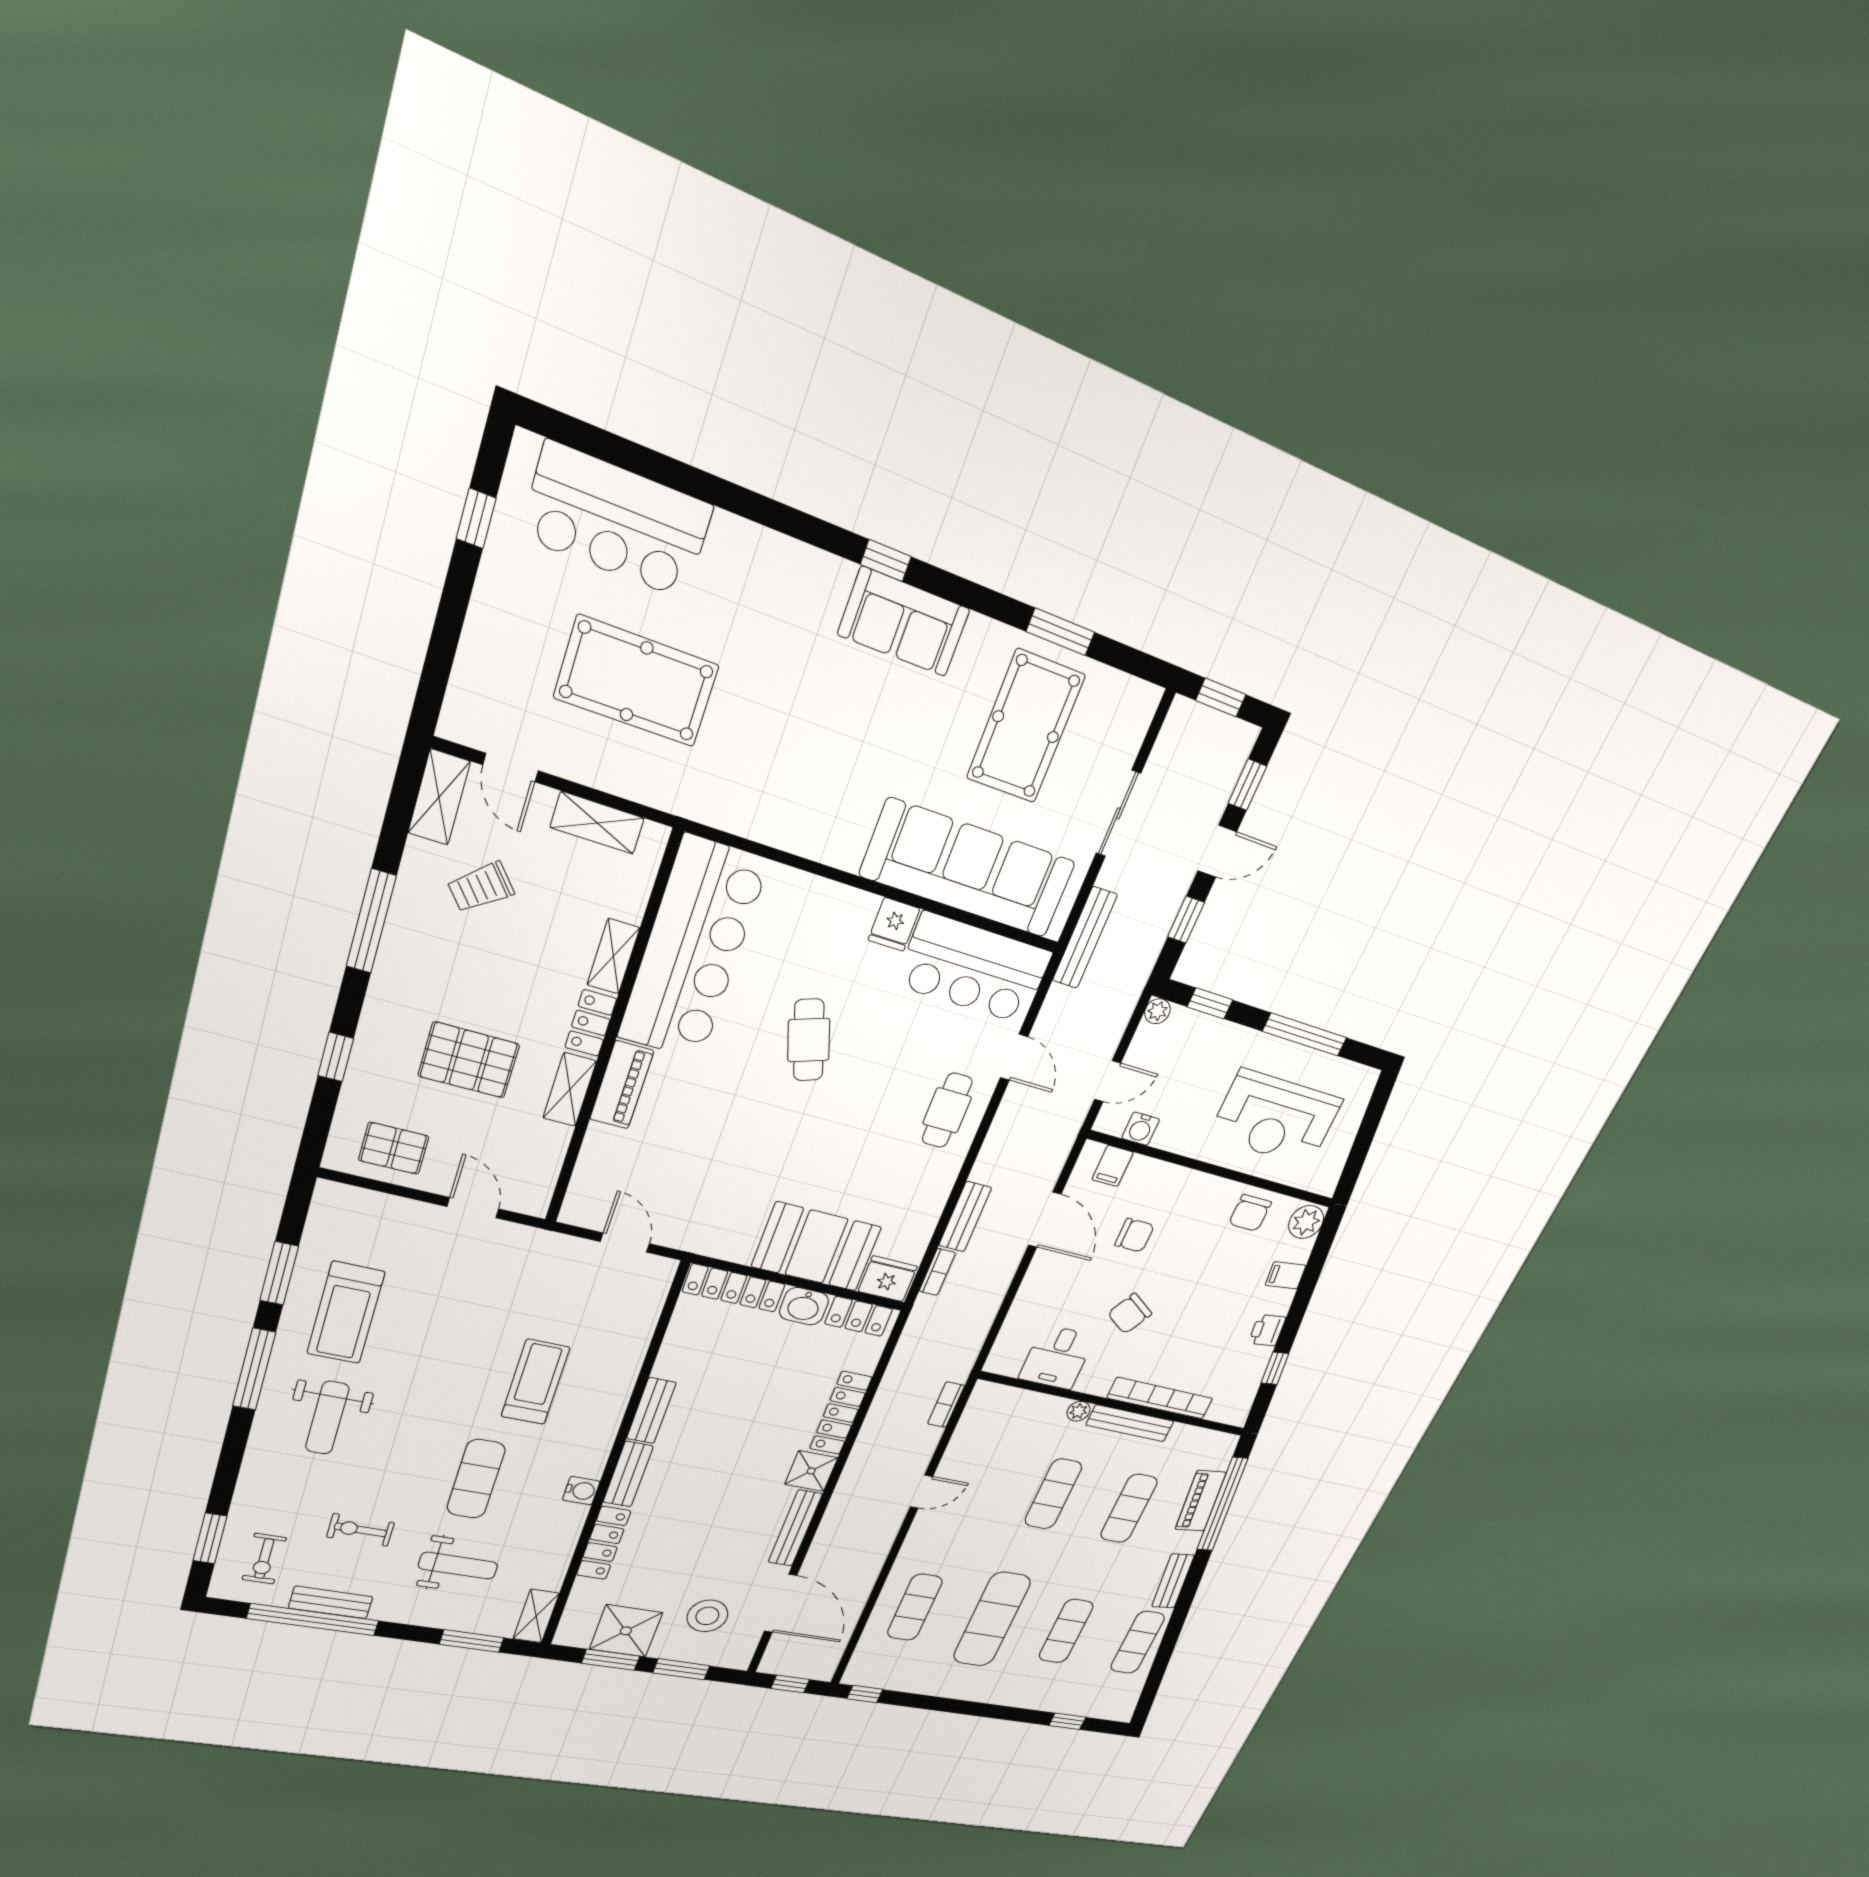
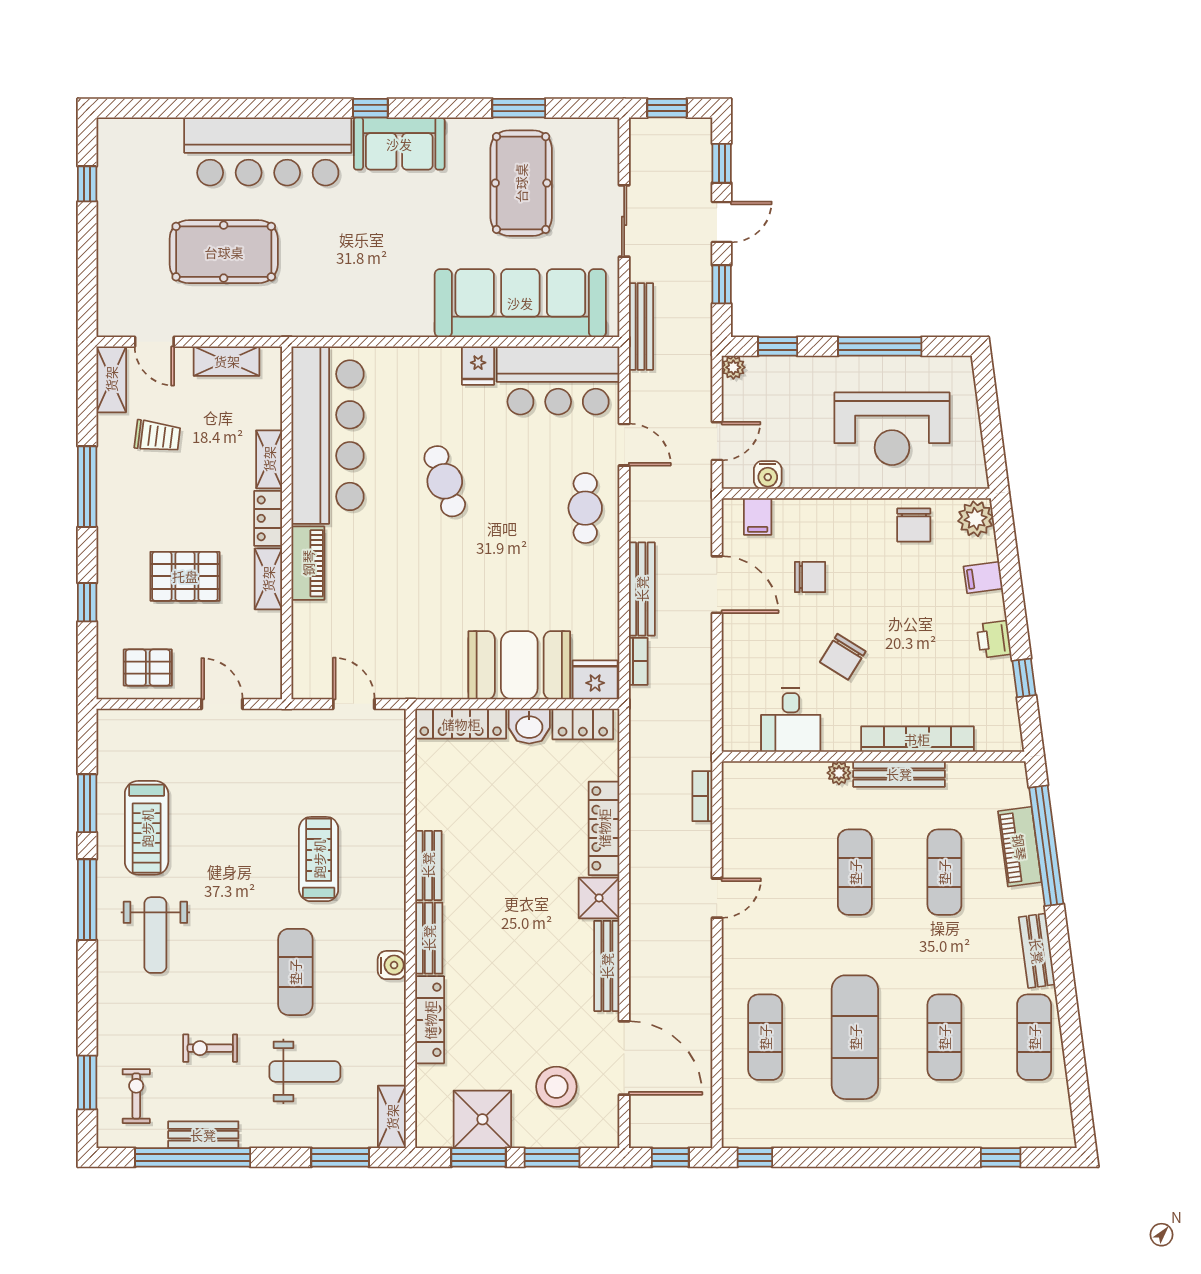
bar counter: (617, 521) -> (268, 151), moved, width x1.36
trolley: (481, 887) -> (157, 436), turned -134
bench: (965, 1217) -> (642, 589), width x1.36
exercise bike: (264, 1559) -> (136, 1096), turned 180

